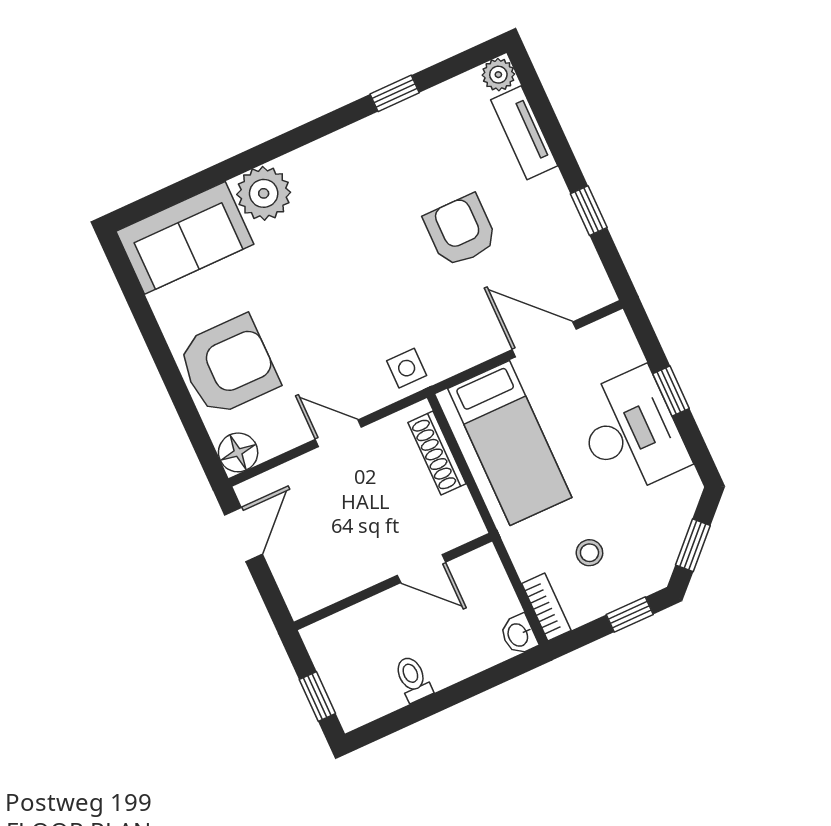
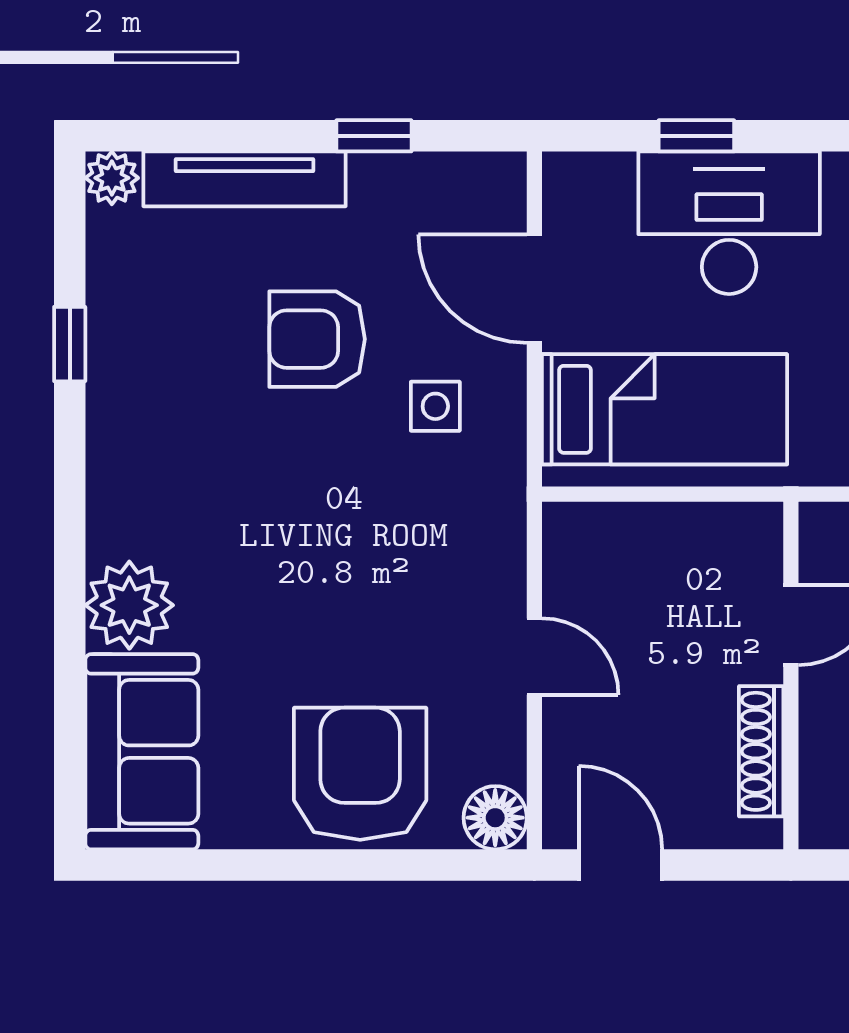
tv unit: (524, 133) -> (245, 179), width x1.41
door: (544, 339) -> (534, 289), hinge flipped
side table: (407, 368) -> (435, 406), moved
door: (338, 433) -> (534, 657), swing flipped
shoe rack: (437, 453) -> (761, 751), moved, turned 90

